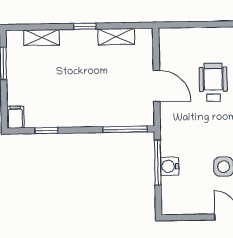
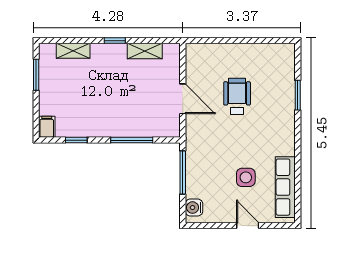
window: (125, 129) -> (132, 140), moved
water cooler: (170, 166) -> (194, 208), moved

